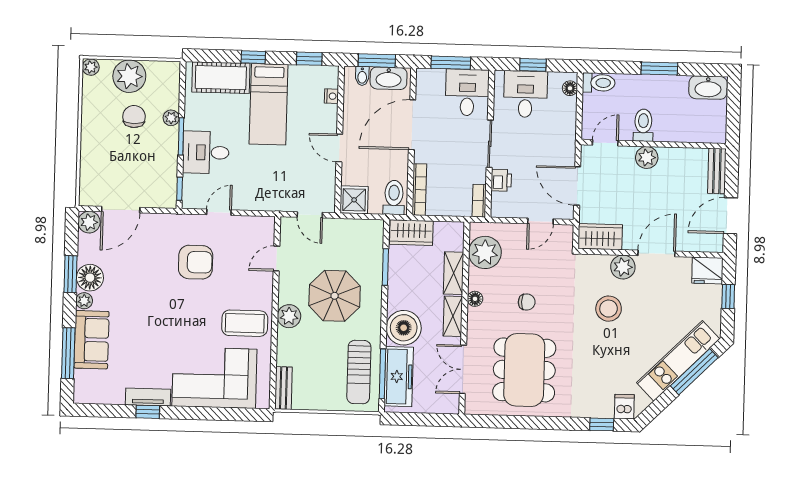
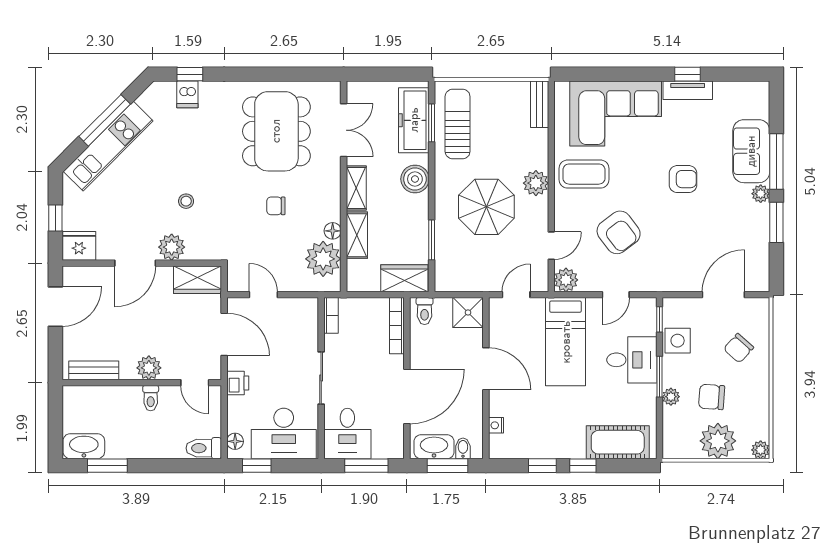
window: (309, 59) -> (542, 466), moved
window: (533, 65) -> (257, 466), moved
window: (659, 68) -> (107, 466), moved
desk: (525, 94) -> (284, 433), width x1.37
bed: (269, 104) -> (566, 342), moved, turned 180
chair: (134, 117) -> (712, 397), turned 94
toilet: (643, 125) -> (151, 398), width x0.73, depth x0.72
door: (605, 143) -> (195, 383), hinge flipped
door: (339, 148) -> (486, 369), width x1.38
chair: (108, 160) -> (739, 348), added
side table: (164, 169) -> (678, 341), added
bench: (717, 171) -> (94, 370), moved, turned 90
printer: (501, 180) -> (238, 383), moved, turned 180
toilet: (394, 197) -> (425, 311), width x0.73, depth x0.72
door: (310, 215) -> (516, 295), hinge flipped
door: (540, 221) -> (263, 295), hinge flipped
plant: (89, 222) -> (566, 280), moved
armchair: (196, 262) -> (619, 232), moved, turned -127
floor lamp: (90, 278) -> (755, 219), removed
floor lamp: (475, 299) -> (333, 231), moved
stool: (609, 309) -> (186, 201), width x0.53, depth x0.53
armchair: (155, 316) -> (683, 179), added
boiler: (404, 328) -> (415, 179), width x0.73, depth x0.73
window: (68, 353) -> (776, 162), moved
window: (694, 372) -> (105, 120), moved
window: (382, 374) -> (432, 123), width x0.69
dishwasher: (624, 407) -> (187, 94), moved

